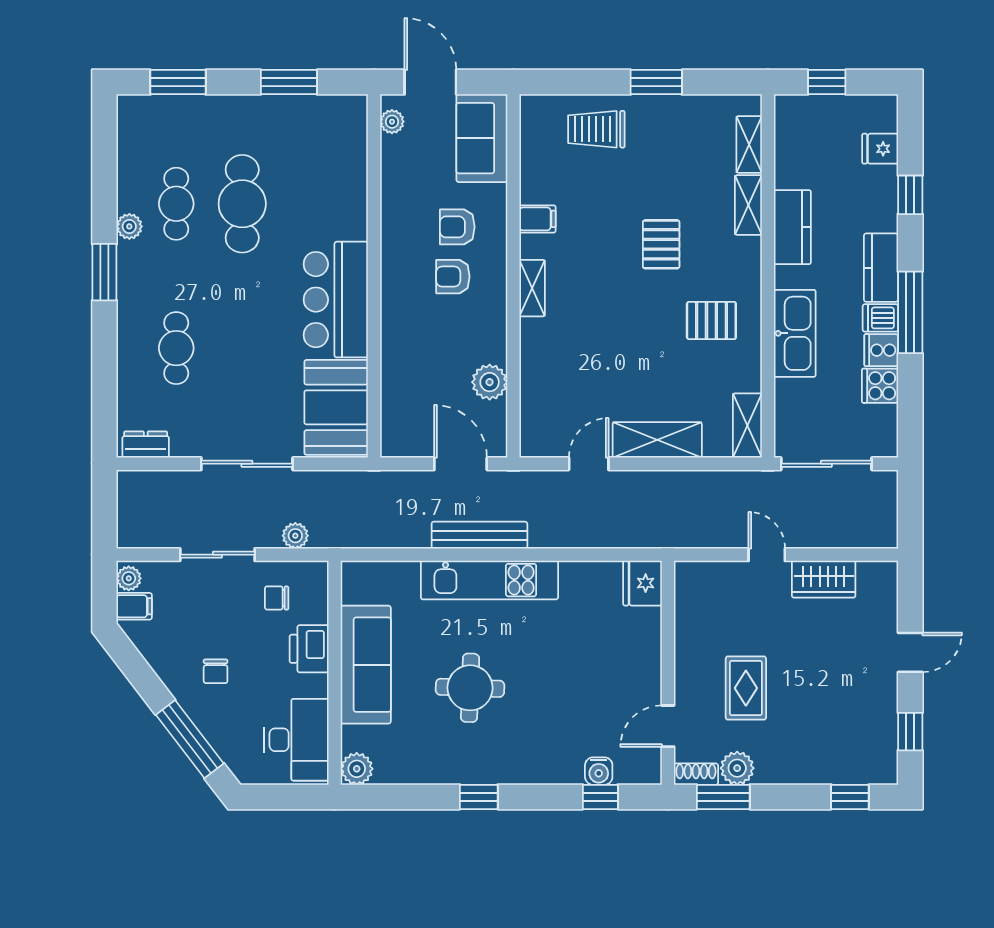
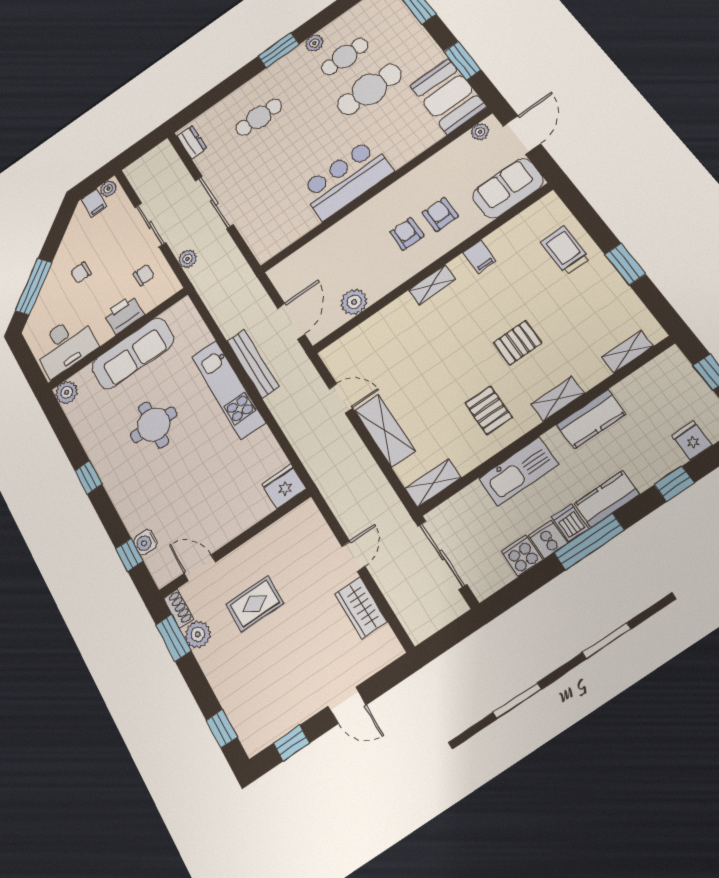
shelving: (748, 205) -> (558, 399), moved
booth: (336, 407) -> (448, 96), moved, turned 90
chair: (277, 598) -> (144, 275), turned 90

